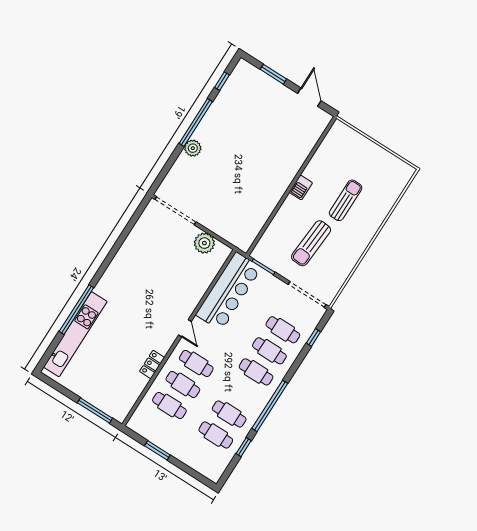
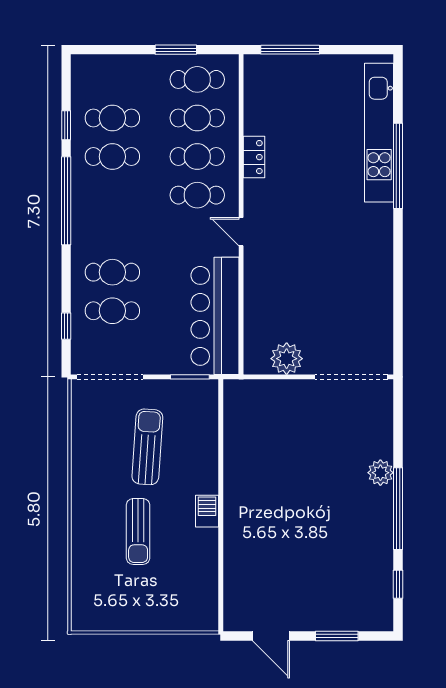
cafe table: (256, 372) -> (197, 79), moved

